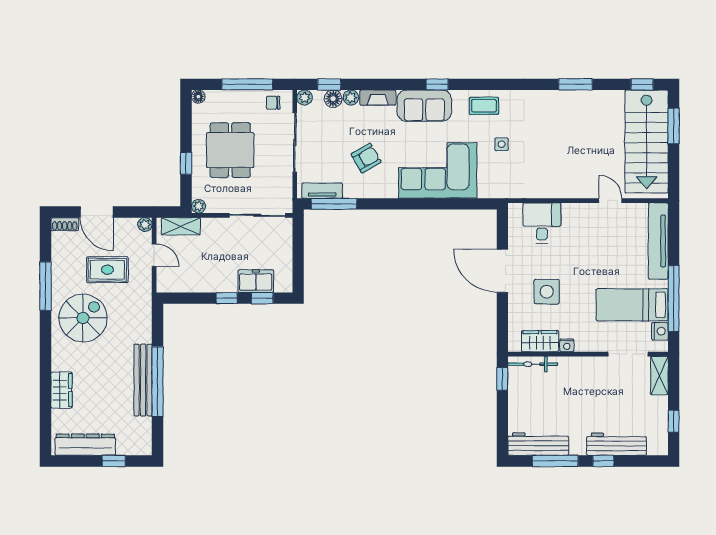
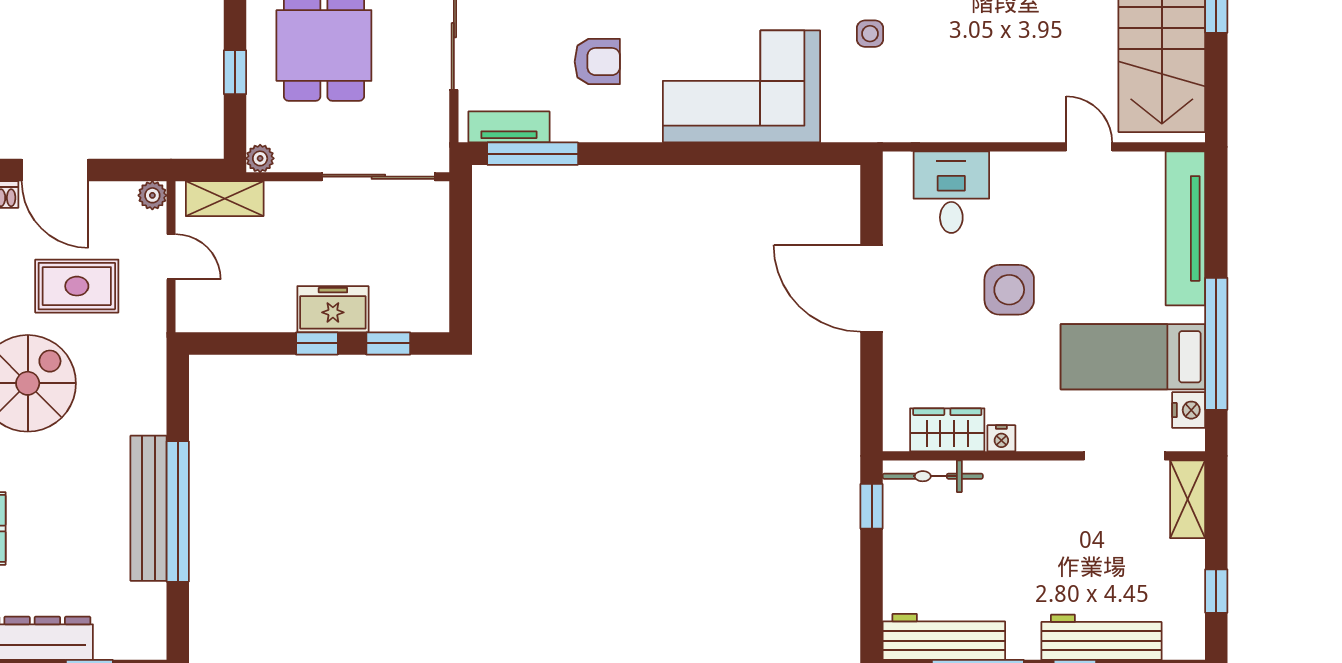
armchair: (366, 158) -> (597, 62), turned 30
freezer: (256, 281) -> (333, 309), moved
side table: (547, 292) -> (1009, 290), moved

